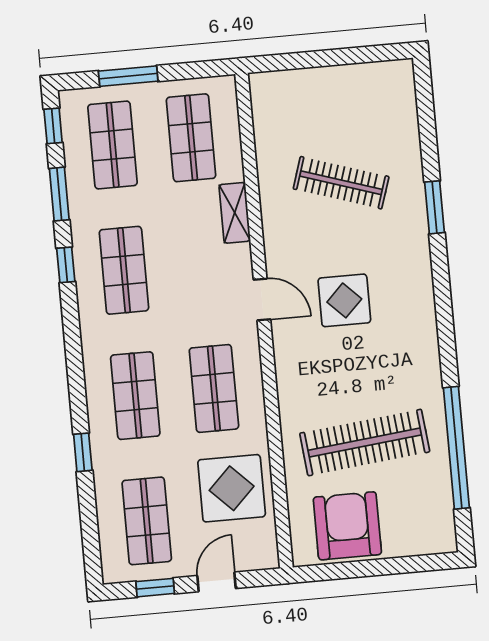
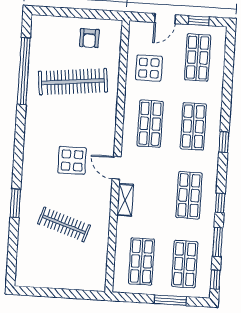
shelving: (235, 213) -> (125, 200), moved
window: (83, 452) -> (224, 142), moved
display table: (232, 488) -> (149, 68), width x0.73, depth x0.73
armchair: (347, 526) -> (89, 38), width x0.53, depth x0.53

